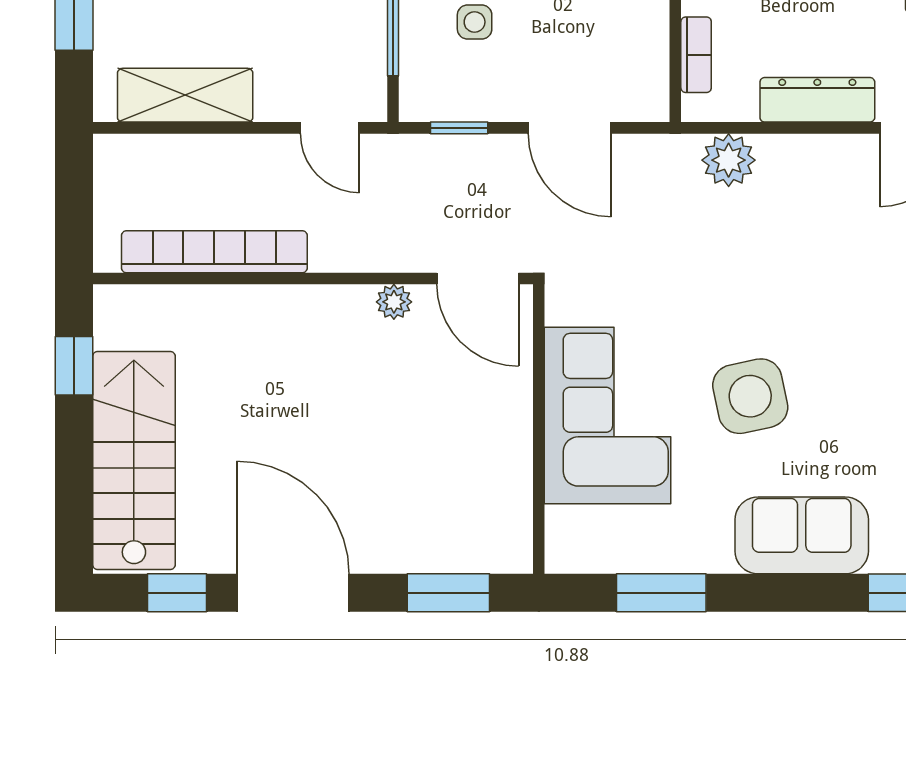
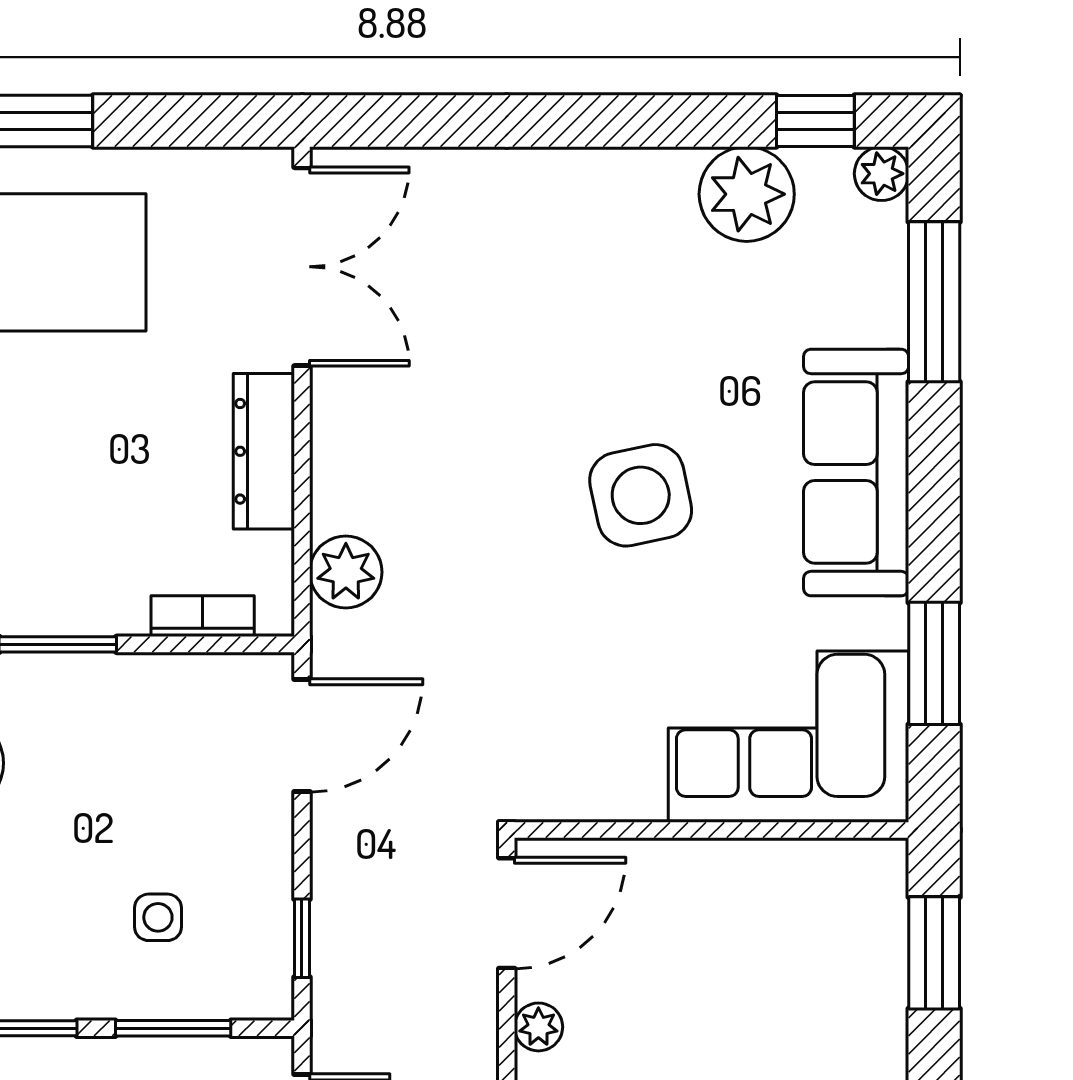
door: (570, 128) -> (302, 736), moved
side table: (750, 396) -> (641, 495), moved
corner sofa: (608, 416) -> (788, 737), moved
sofa: (802, 535) -> (856, 473), width x1.36

